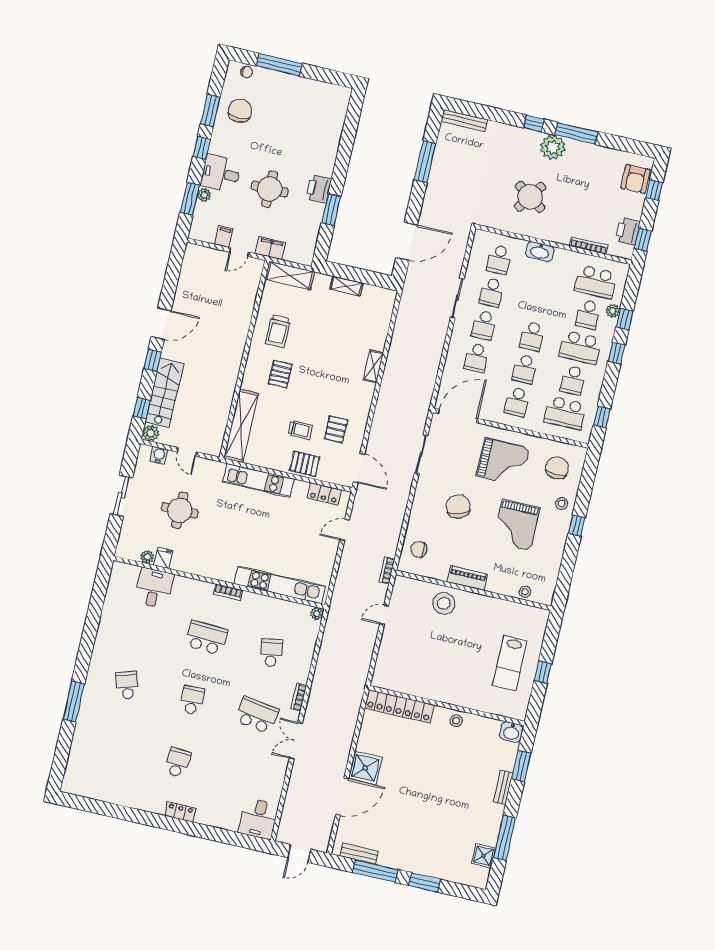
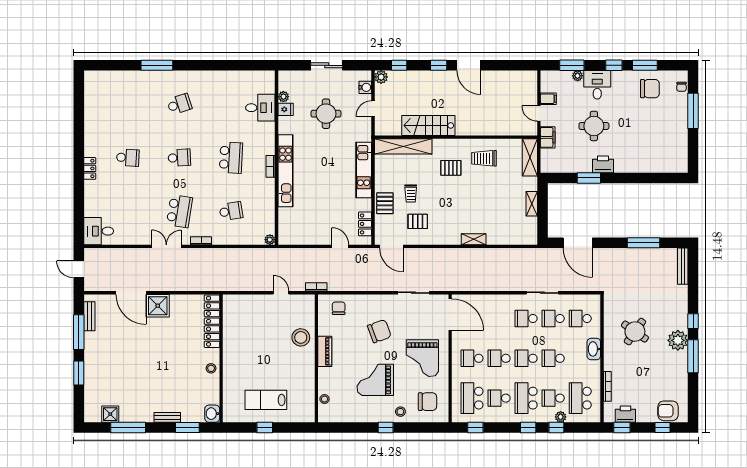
school desk: (476, 358) -> (553, 358), moved
stairs: (164, 393) -> (428, 125), moved, turned 180
door: (359, 468) -> (391, 246), hinge flipped
kitchen unit: (280, 585) -> (286, 171), moved

